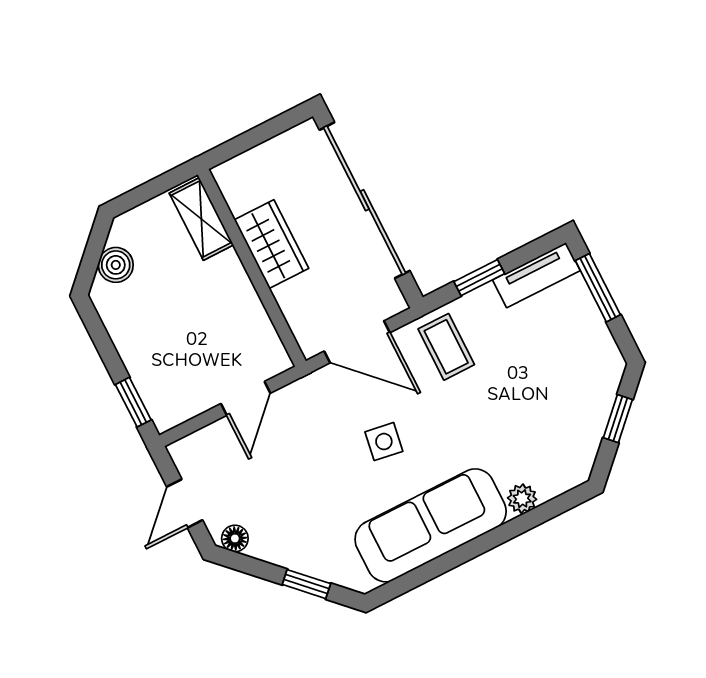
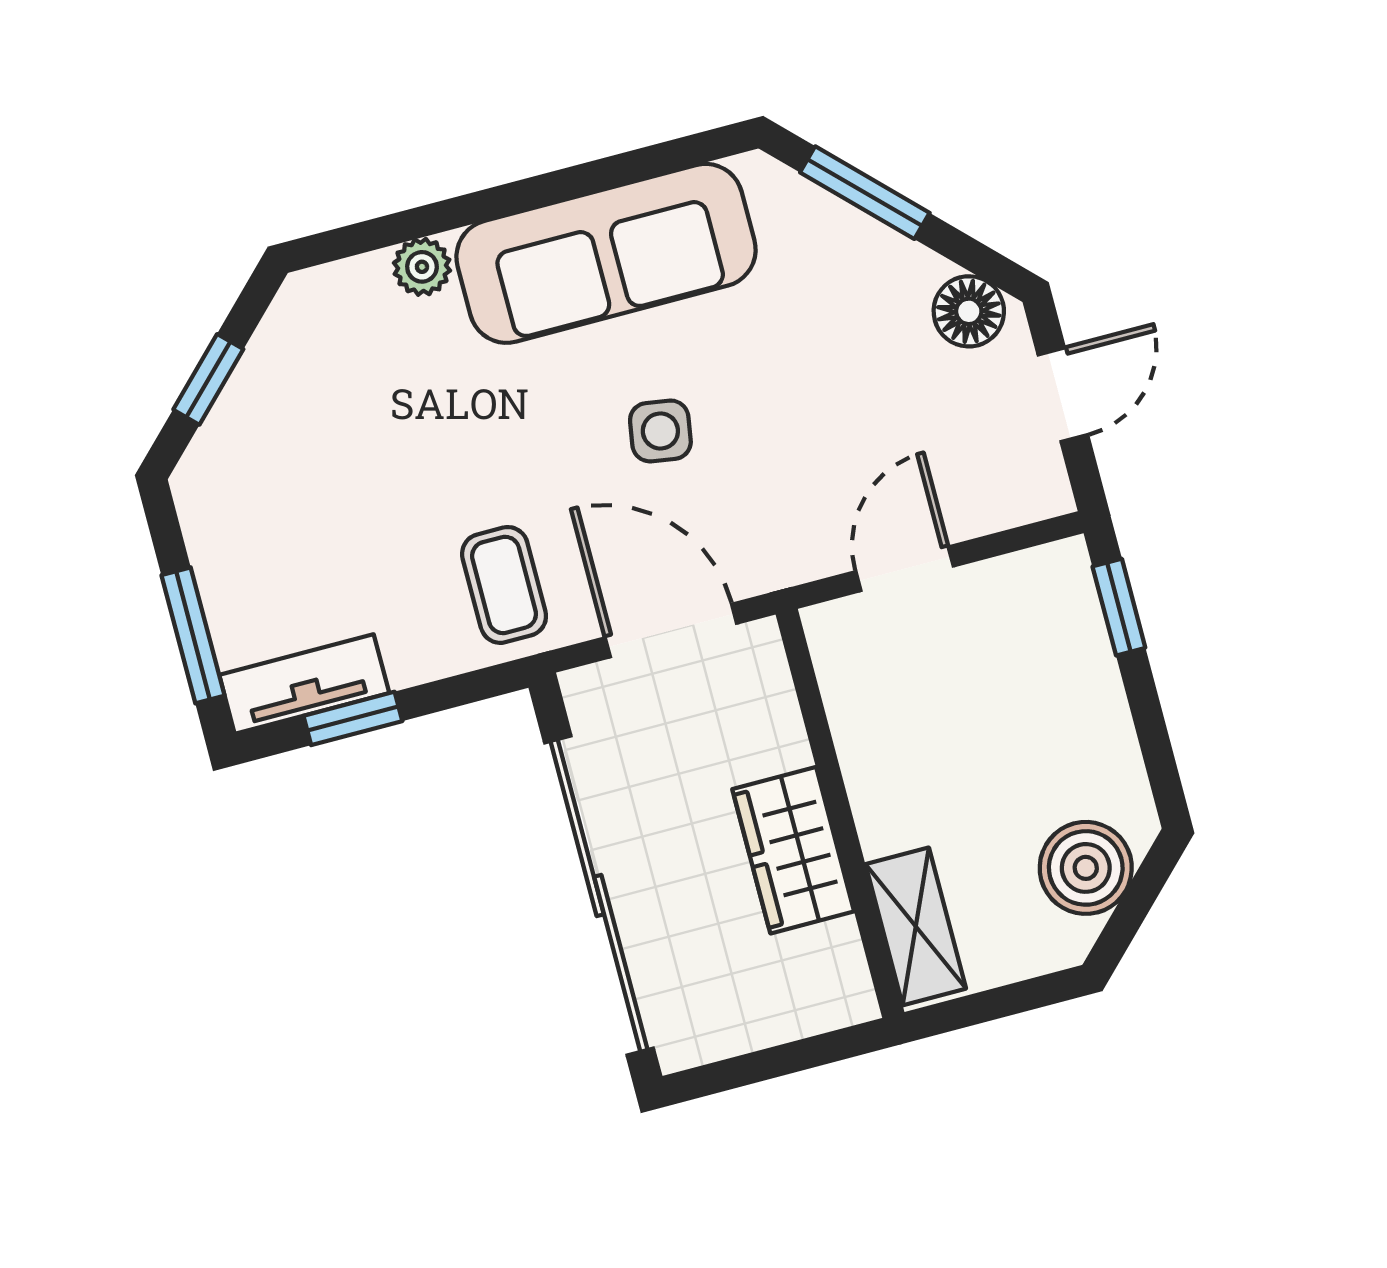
boiler: (116, 265) -> (1086, 868), width x1.36, depth x1.36
window: (479, 278) -> (353, 718), moved
floor lamp: (235, 538) -> (969, 311), width x1.37, depth x1.37
window: (306, 584) -> (865, 193), width x1.50

